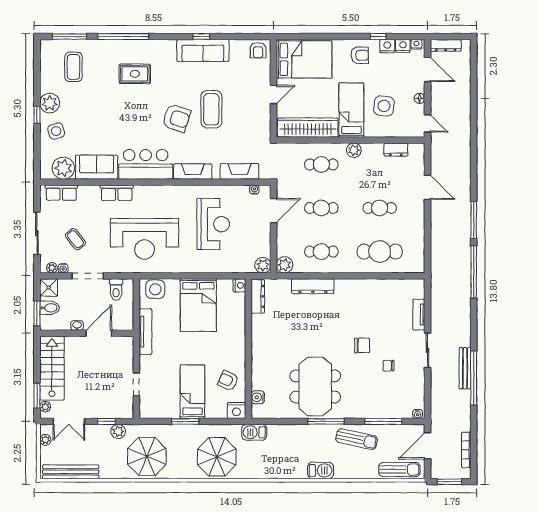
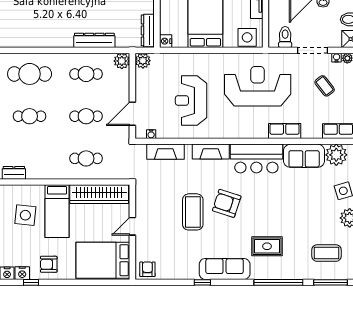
sofa: (203, 50) -> (225, 269), moved
coffee table: (73, 67) -> (326, 253), turned 90
plant: (354, 150) -> (55, 172), removed

